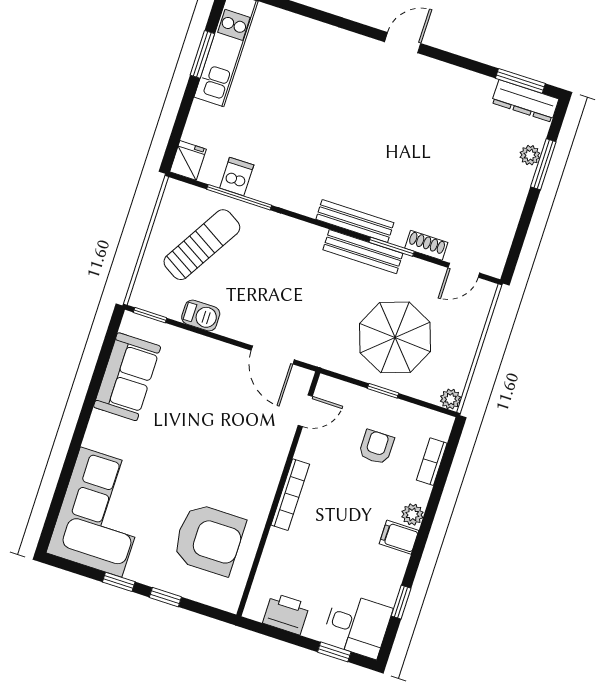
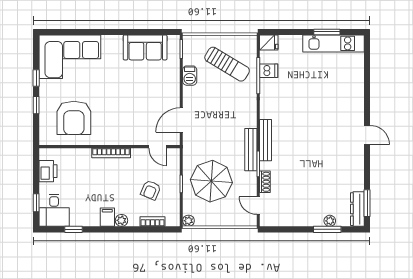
armchair: (376, 447) -> (151, 190), turned 113

